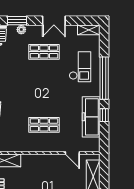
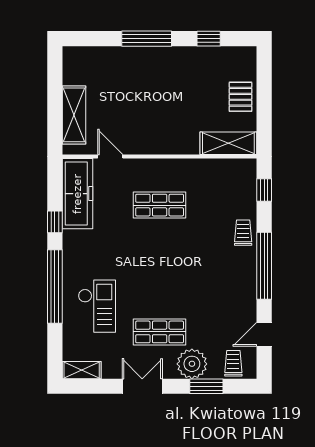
plant: (21, 30) -> (192, 364), width x1.88, depth x1.88
checkout: (80, 67) -> (97, 306), turned 180
freezer: (91, 117) -> (77, 194), moved

